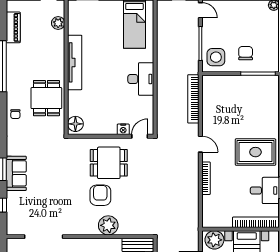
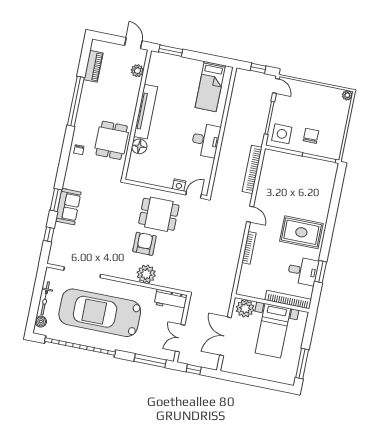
floor lamp: (75, 124) -> (139, 146), moved

